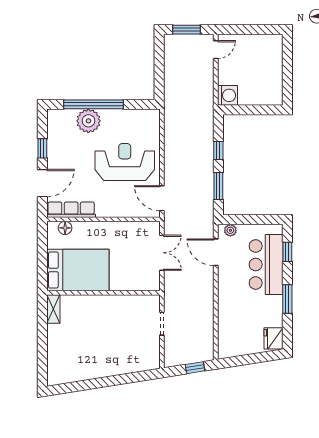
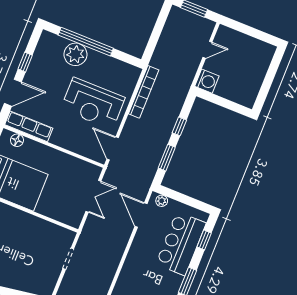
door: (216, 50) -> (207, 50), moved
bookcase: (170, 131) -> (144, 92), added
reception desk: (125, 162) -> (93, 103), turned 180

